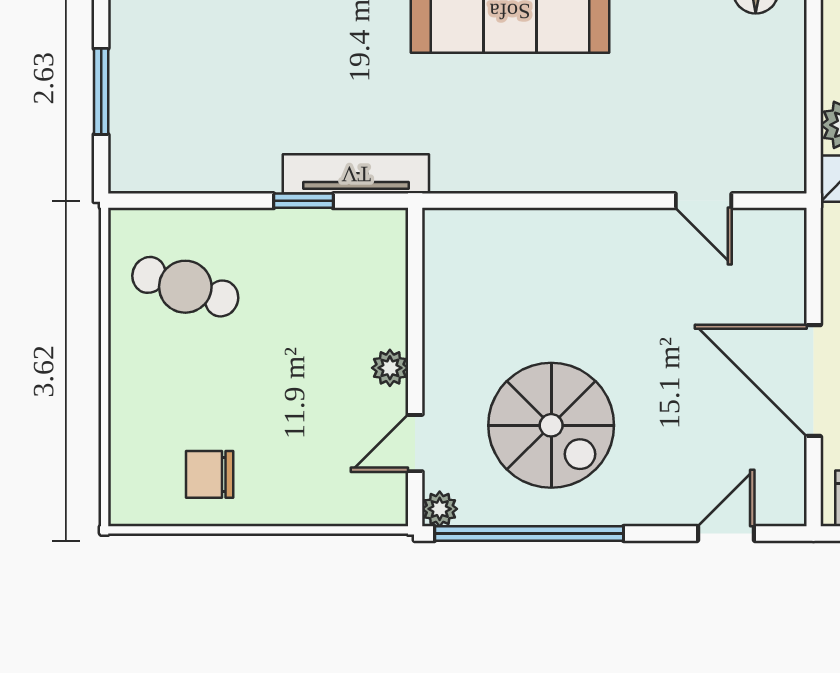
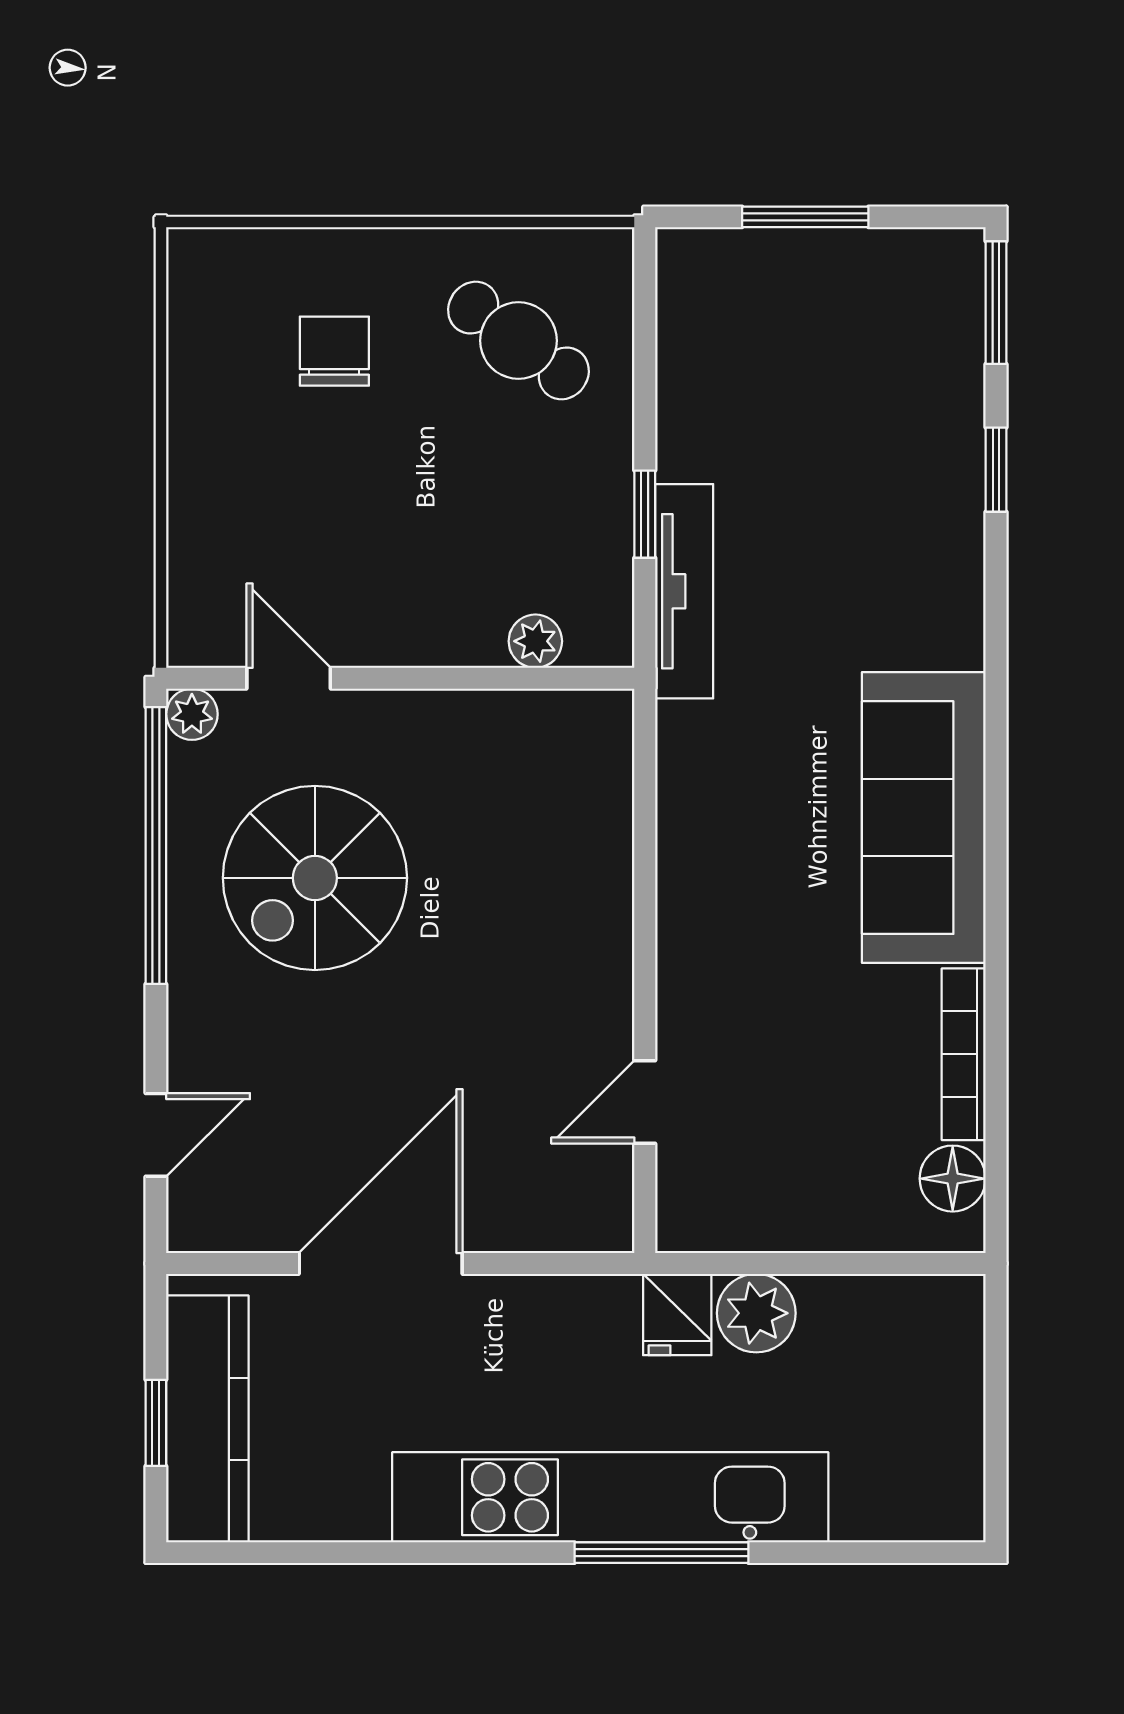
cafe table: (185, 287) -> (518, 341), turned -72
plant: (390, 368) -> (535, 641), moved
chair: (210, 474) -> (334, 351), moved
door: (726, 533) -> (156, 1135), hinge flipped

